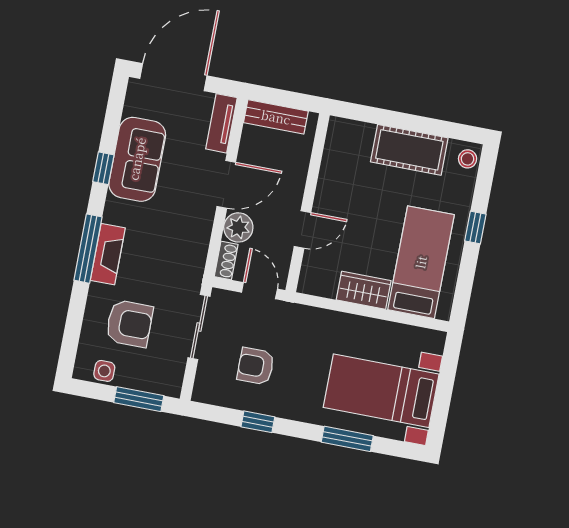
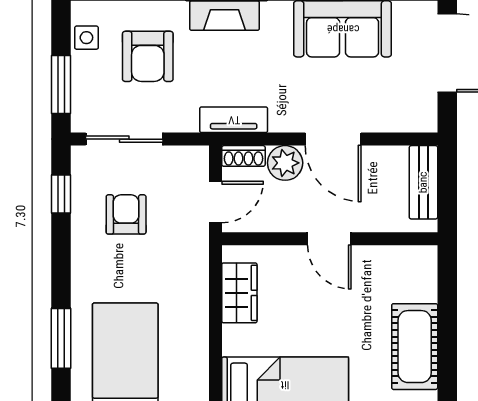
tv unit: (221, 123) -> (234, 120), moved
door: (302, 229) -> (329, 239), moved
wardrobe: (364, 290) -> (239, 293), moved
sliding door: (199, 327) -> (124, 139), moved
window: (258, 422) -> (61, 194), moved

